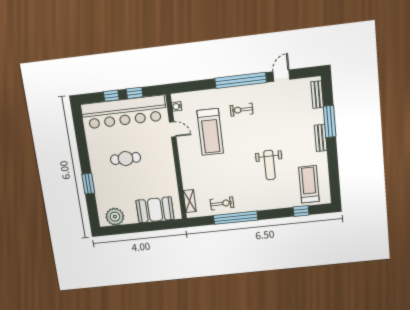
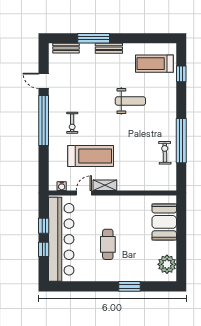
shelving: (190, 201) -> (105, 185), moved

